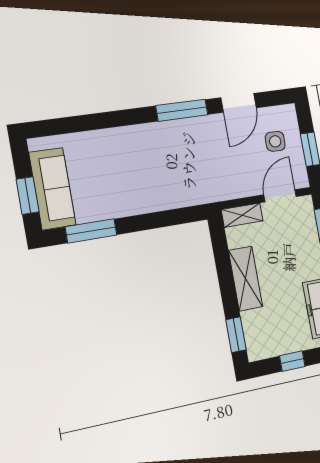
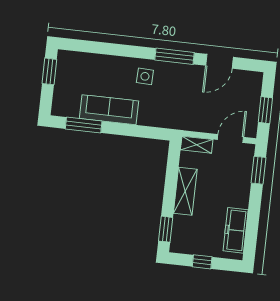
side table: (275, 141) -> (145, 76), moved
sofa: (52, 189) -> (109, 110), moved, turned -90
window: (28, 196) -> (49, 71), moved

